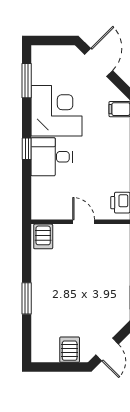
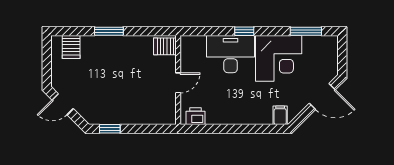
desk: (52, 157) -> (231, 54), width x1.37
server rack: (70, 350) -> (71, 47), moved, turned 90

